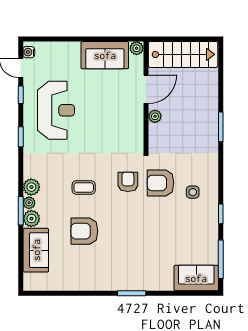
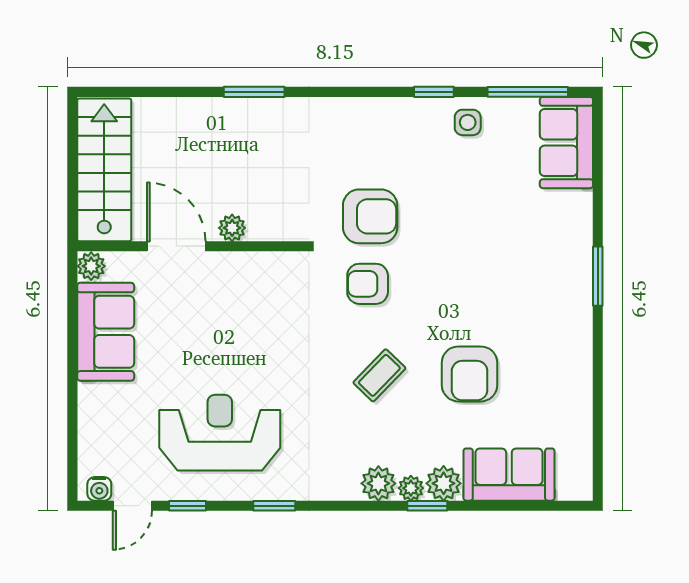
armchair: (161, 183) -> (370, 216), turned -90
coffee table: (84, 188) -> (379, 375), turned 44
side table: (193, 192) -> (468, 122), moved
window: (21, 211) -> (427, 506), width x0.67

